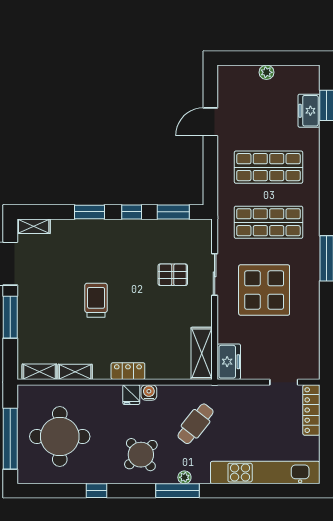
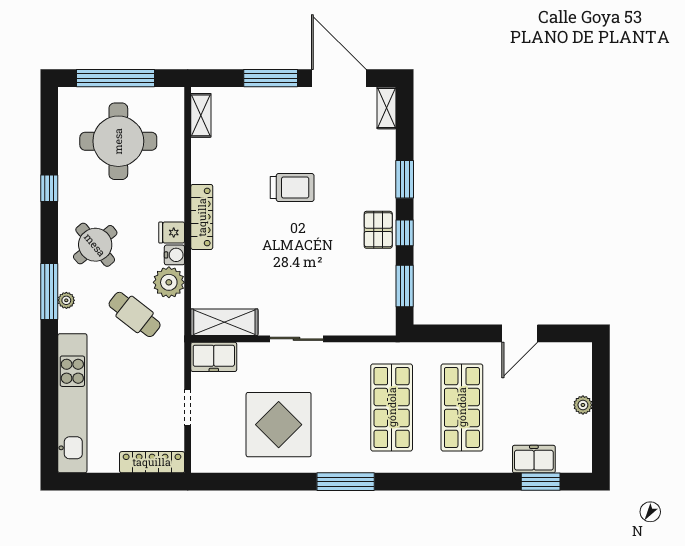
door: (210, 122) -> (520, 333), swing flipped
sliding door: (215, 274) -> (296, 339), moved
pallet: (173, 275) -> (378, 230), moved
display table: (264, 290) -> (279, 425), moved
locker: (128, 371) -> (202, 217), width x1.53
shelving: (75, 372) -> (201, 161), removed
doorway: (284, 382) -> (188, 407), moved
plant: (170, 397) -> (169, 282), added

